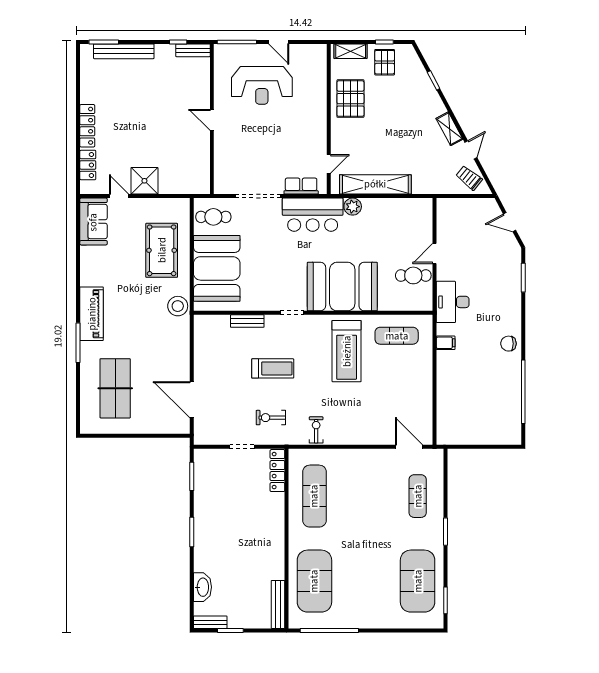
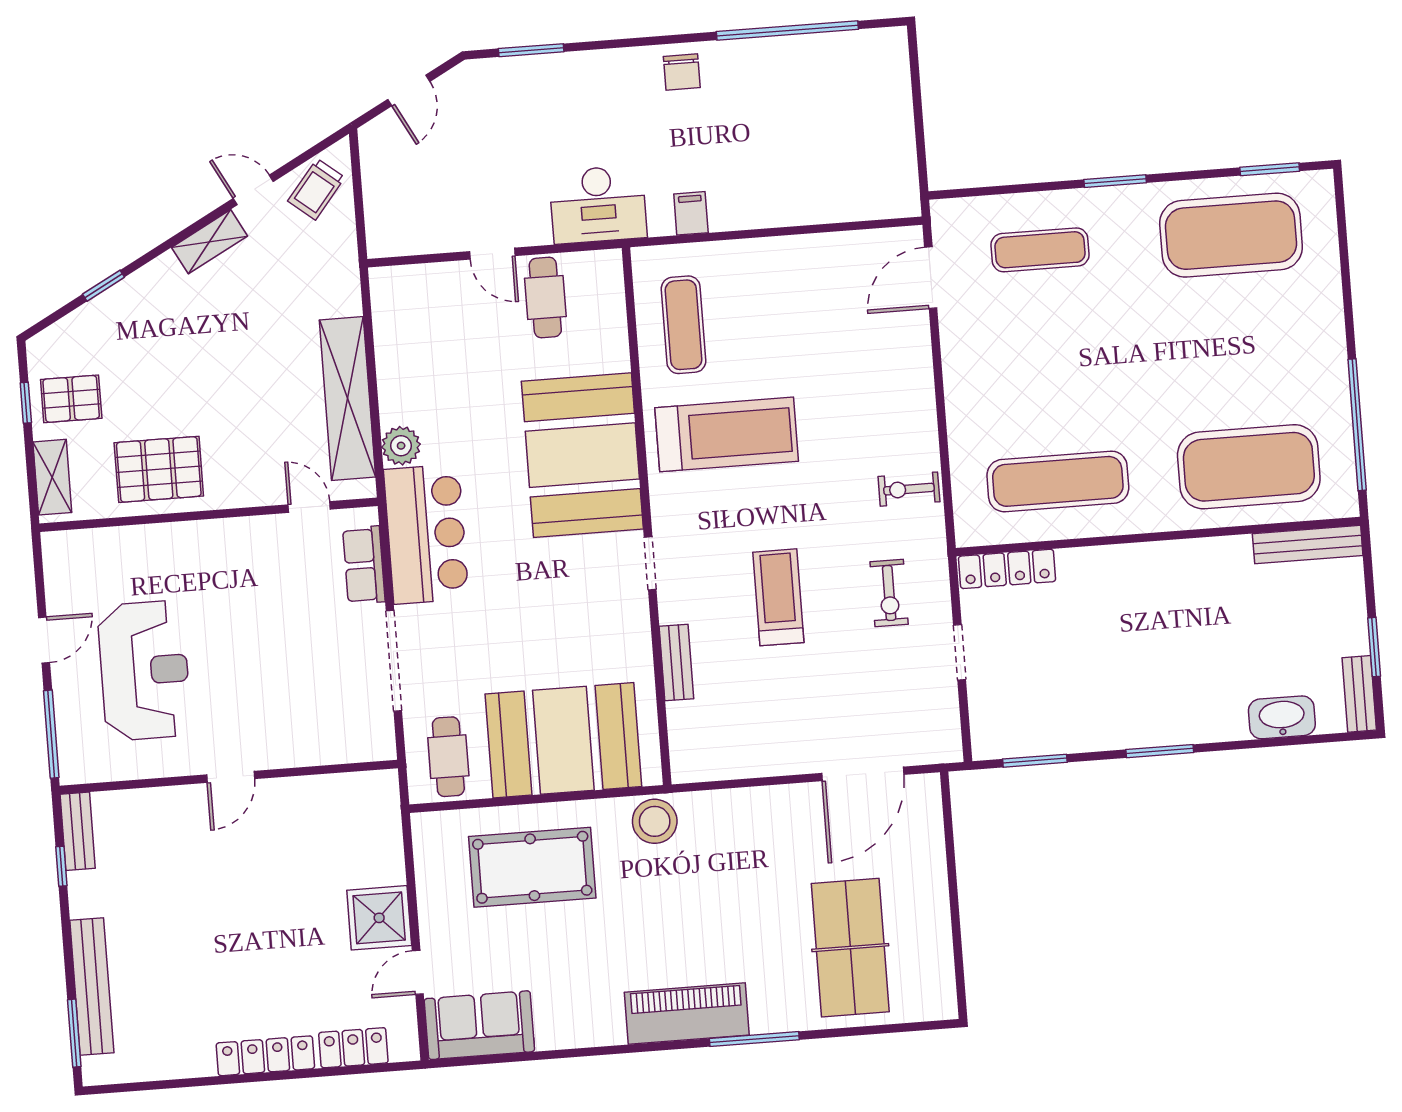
table tennis table: (115, 388) -> (850, 948), turned 90

